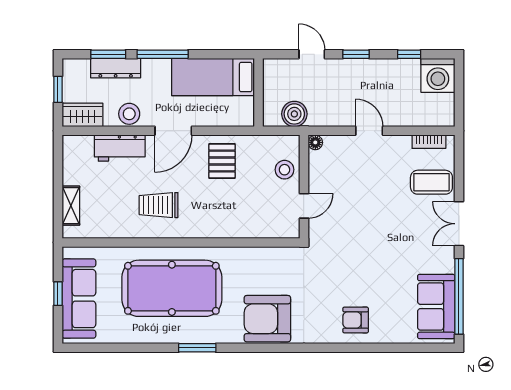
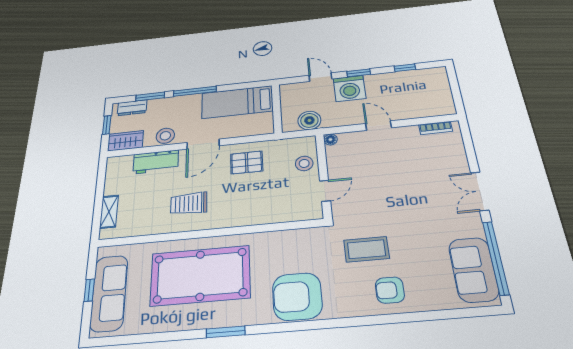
dresser: (116, 68) -> (132, 108), moved, width x0.70
washing machine: (438, 75) -> (349, 88), moved
pallet: (222, 161) -> (247, 162), turned 90
coffee table: (431, 182) -> (366, 249), moved

